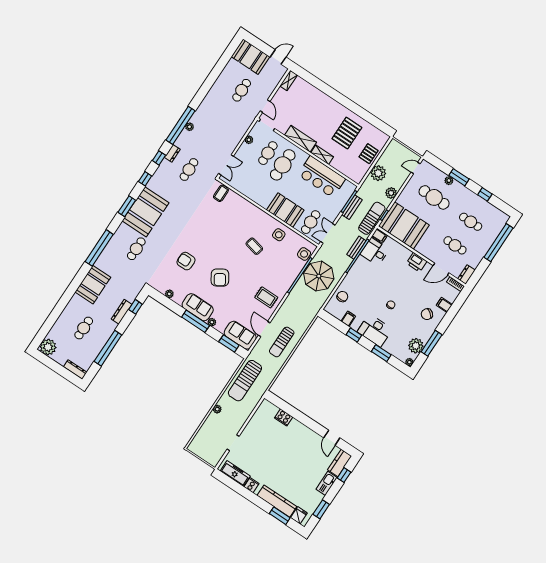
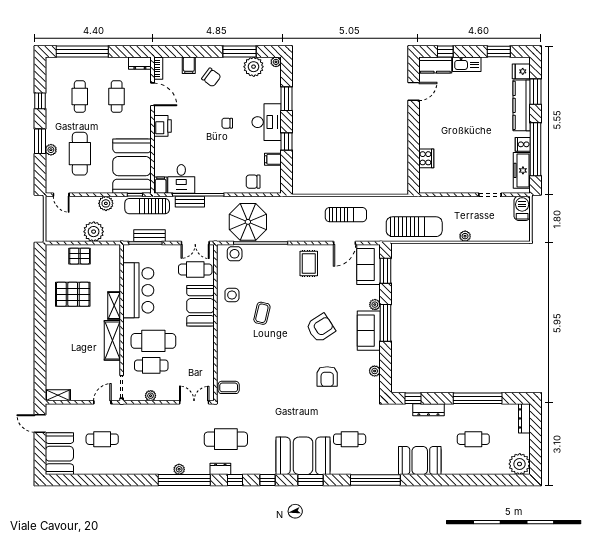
cafe table: (189, 170) -> (226, 439), width x1.37, depth x1.35
barbecue: (211, 458) -> (522, 208), added
window: (243, 491) -> (536, 149), added

